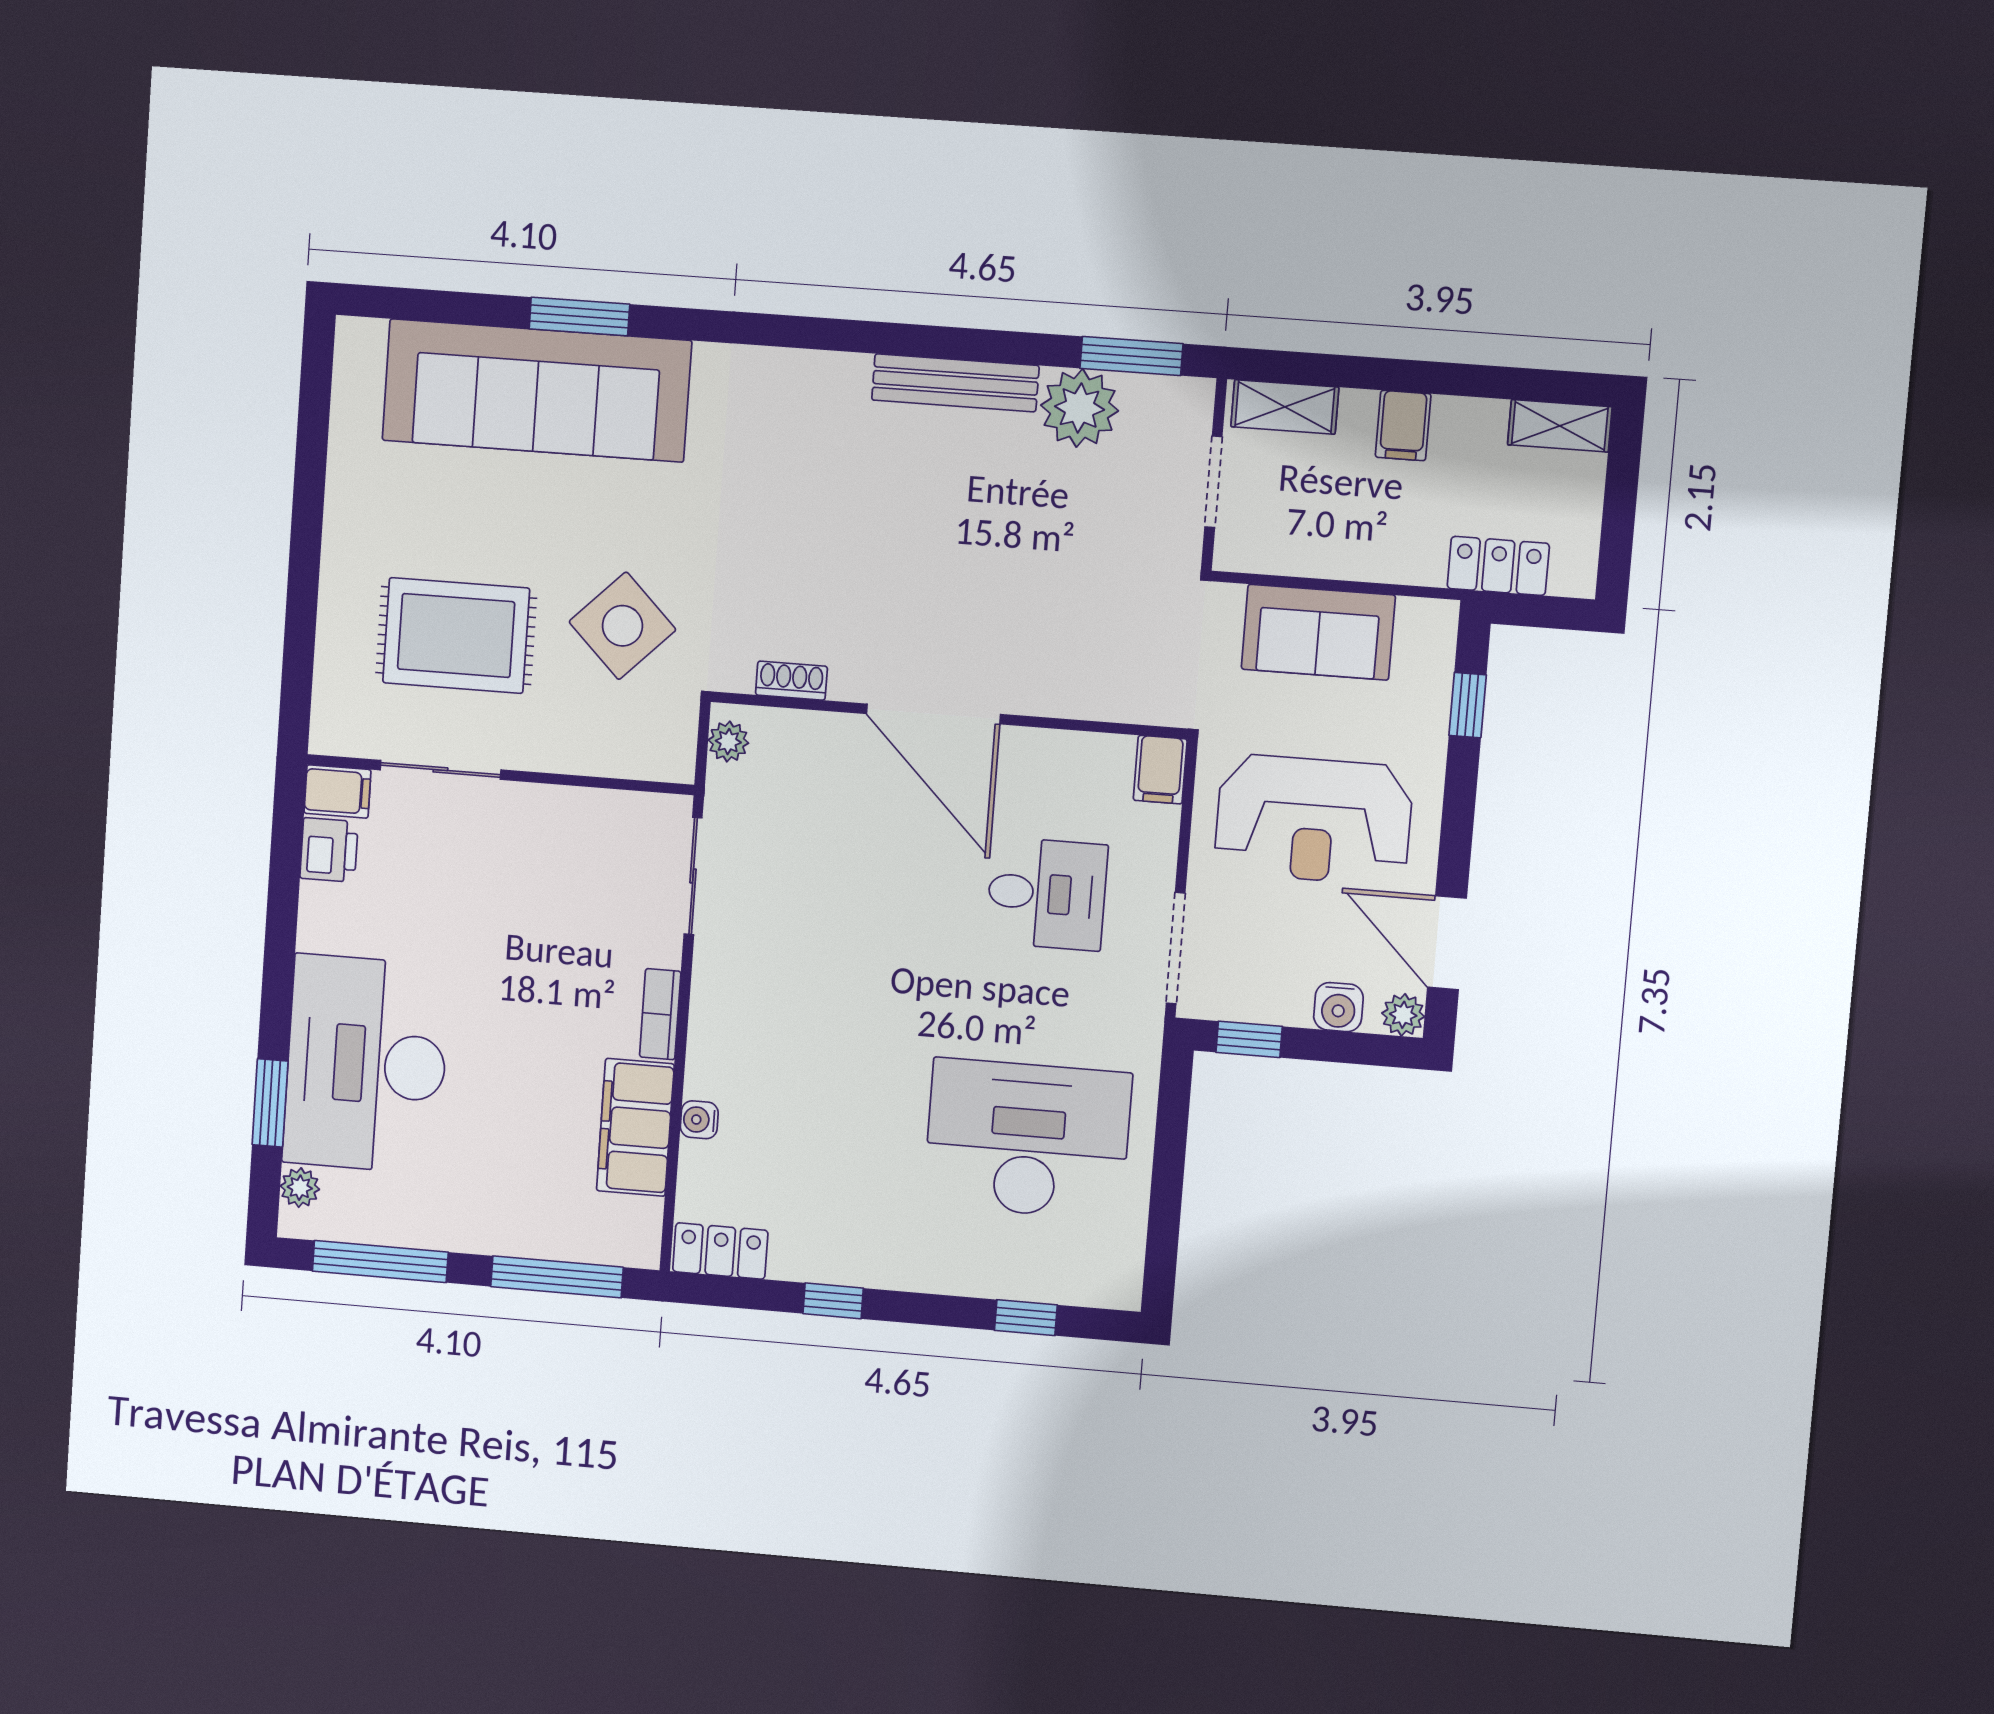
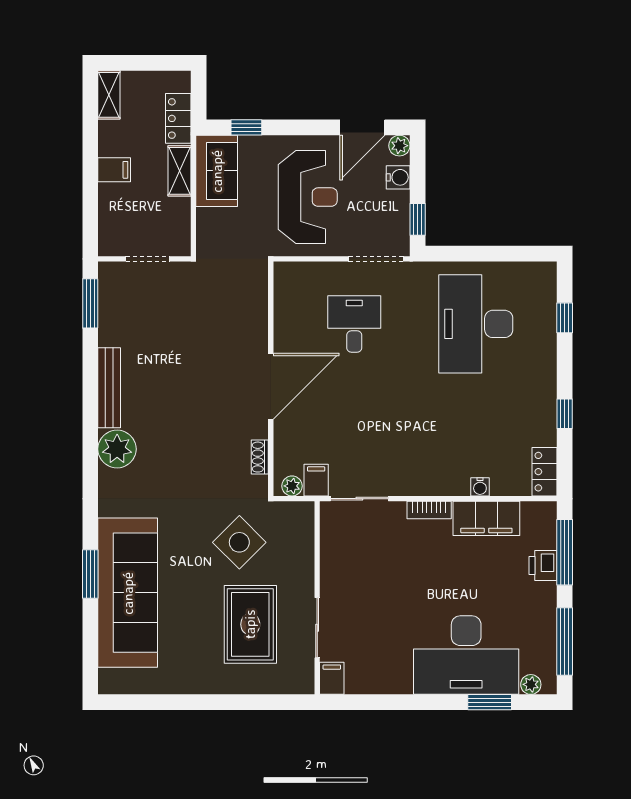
shelving: (1285, 407) -> (179, 171), moved
plant: (1080, 408) -> (117, 449), moved
sofa: (1318, 632) -> (217, 171), moved
filing cabinet: (1160, 770) -> (316, 480), moved, turned -90
printer: (329, 850) -> (543, 566), moved, turned -90

